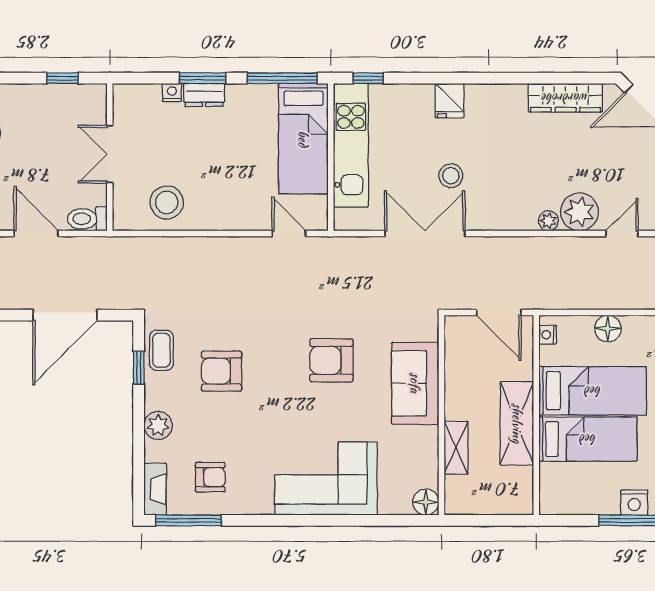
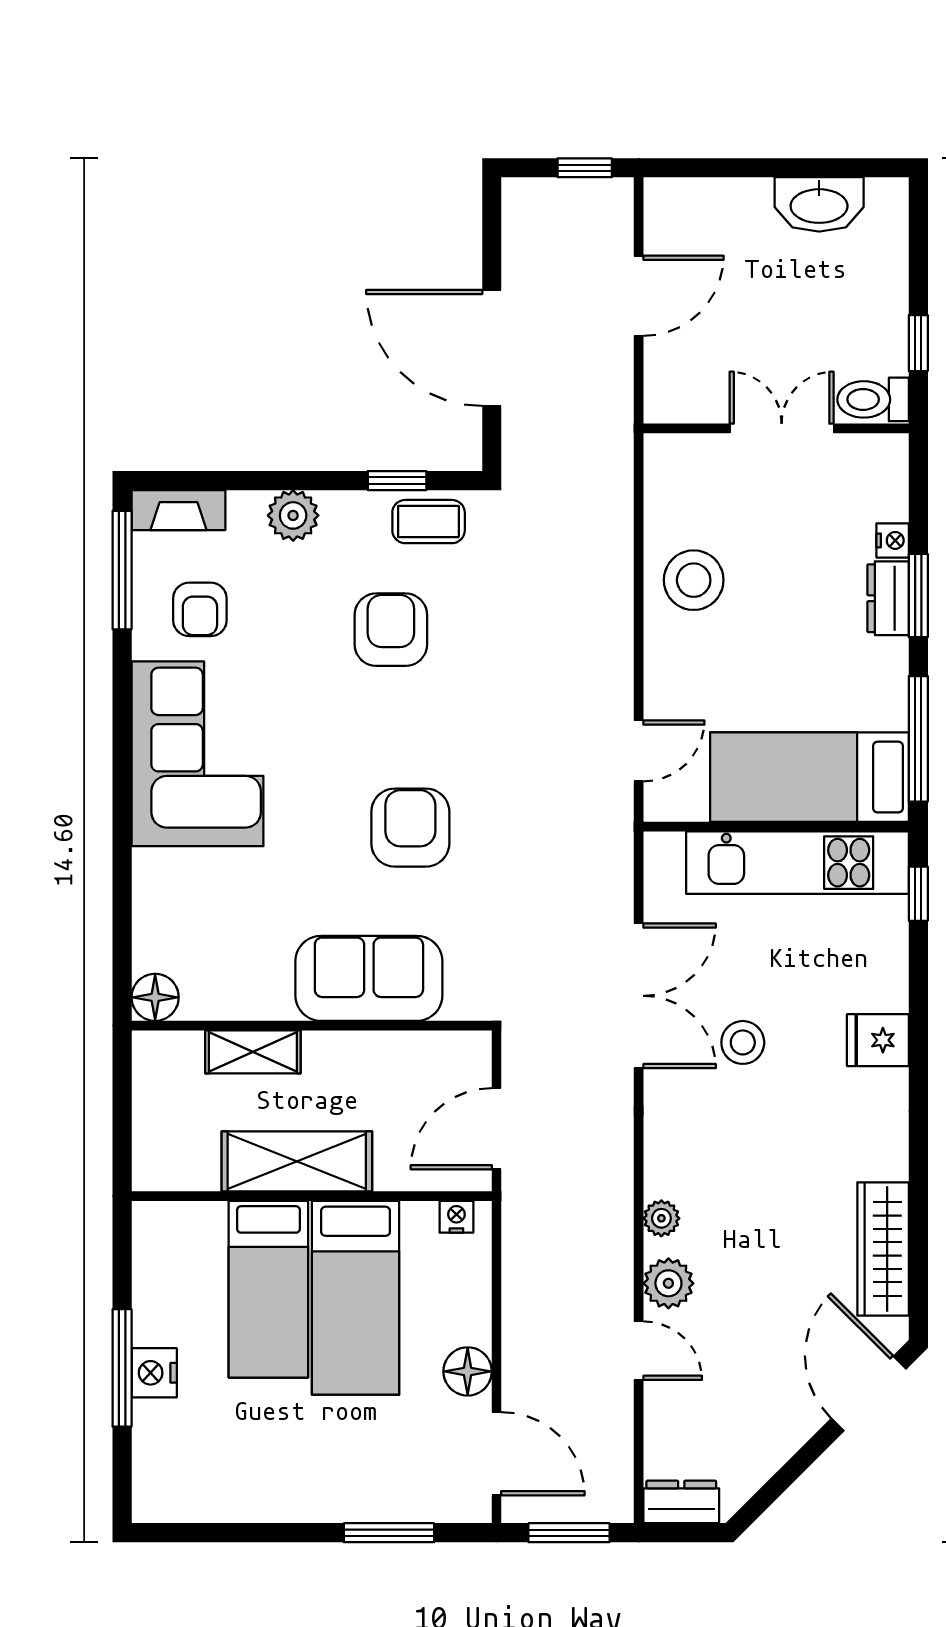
stool: (167, 202) -> (694, 580), moved
plant: (579, 212) -> (668, 1283), width x0.73, depth x0.73
toilet: (87, 219) -> (873, 399), moved, turned -90
floor lamp: (608, 329) -> (468, 1371), moved
corner sofa: (326, 479) -> (198, 754), moved

